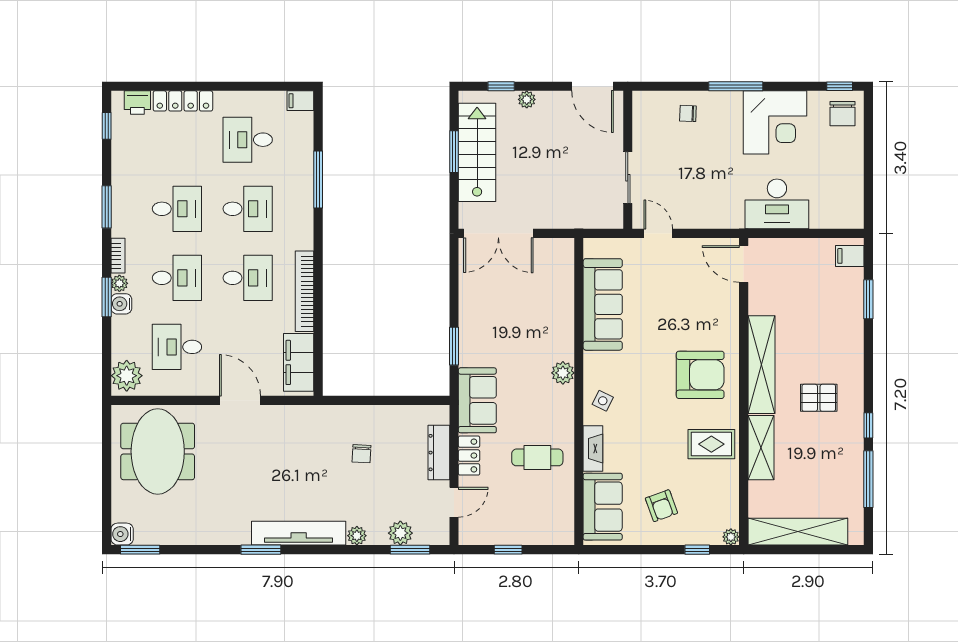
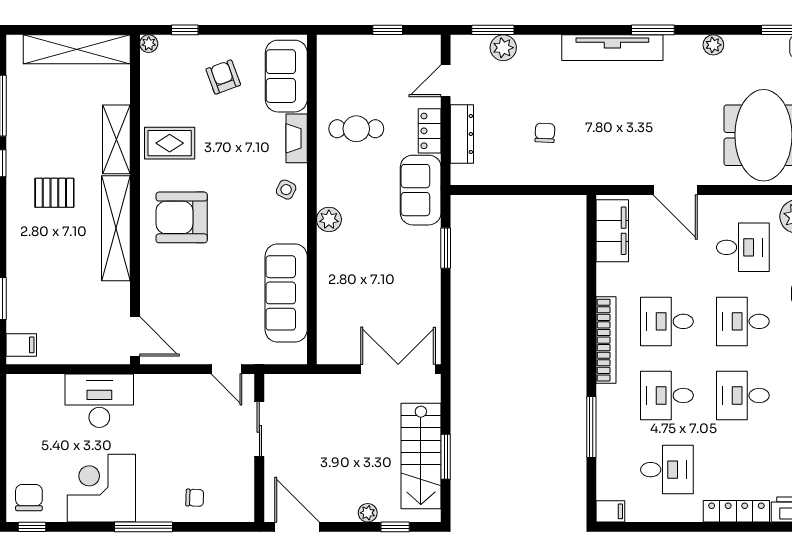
bookcase: (305, 291) -> (606, 340), moved
plant: (357, 536) -> (713, 45), moved

